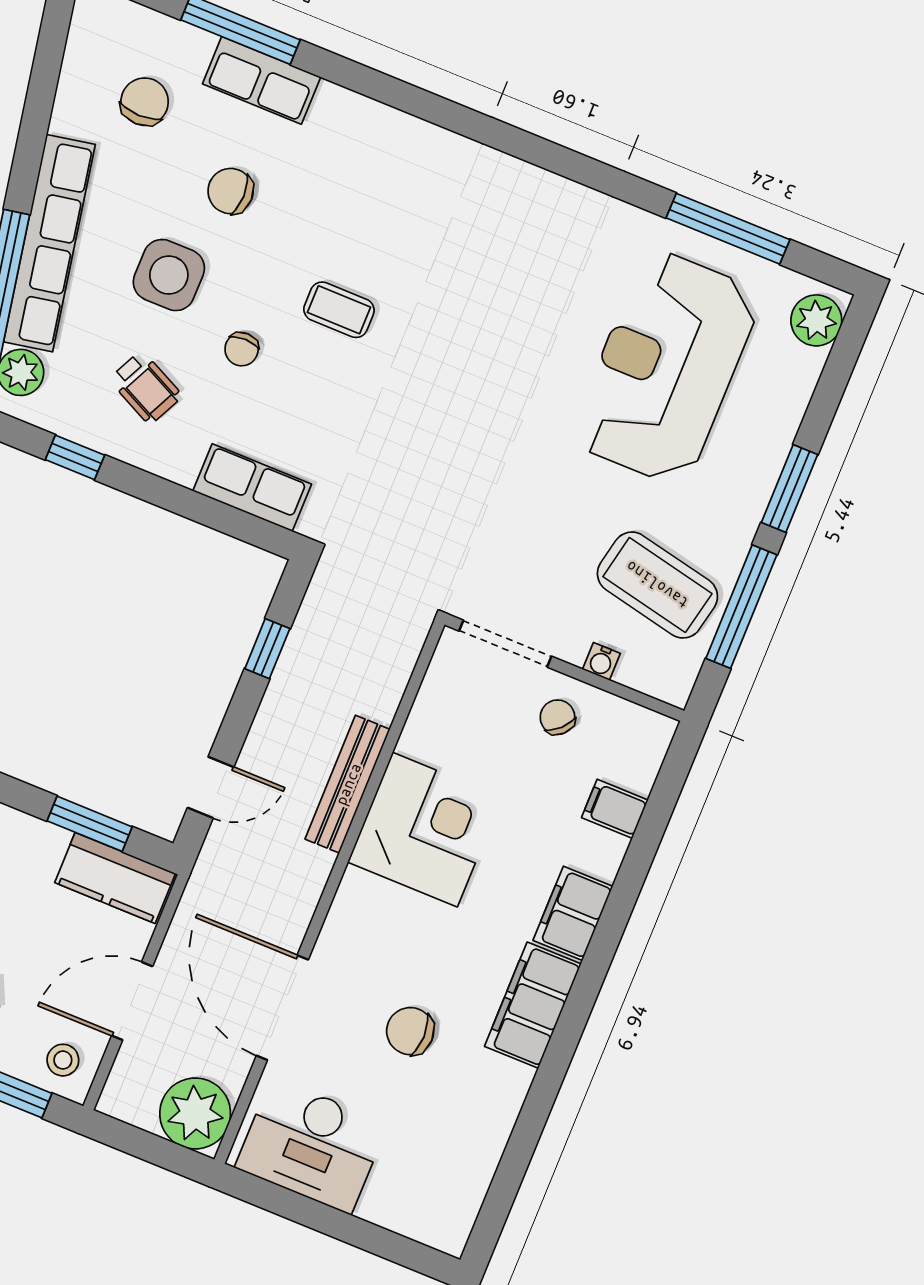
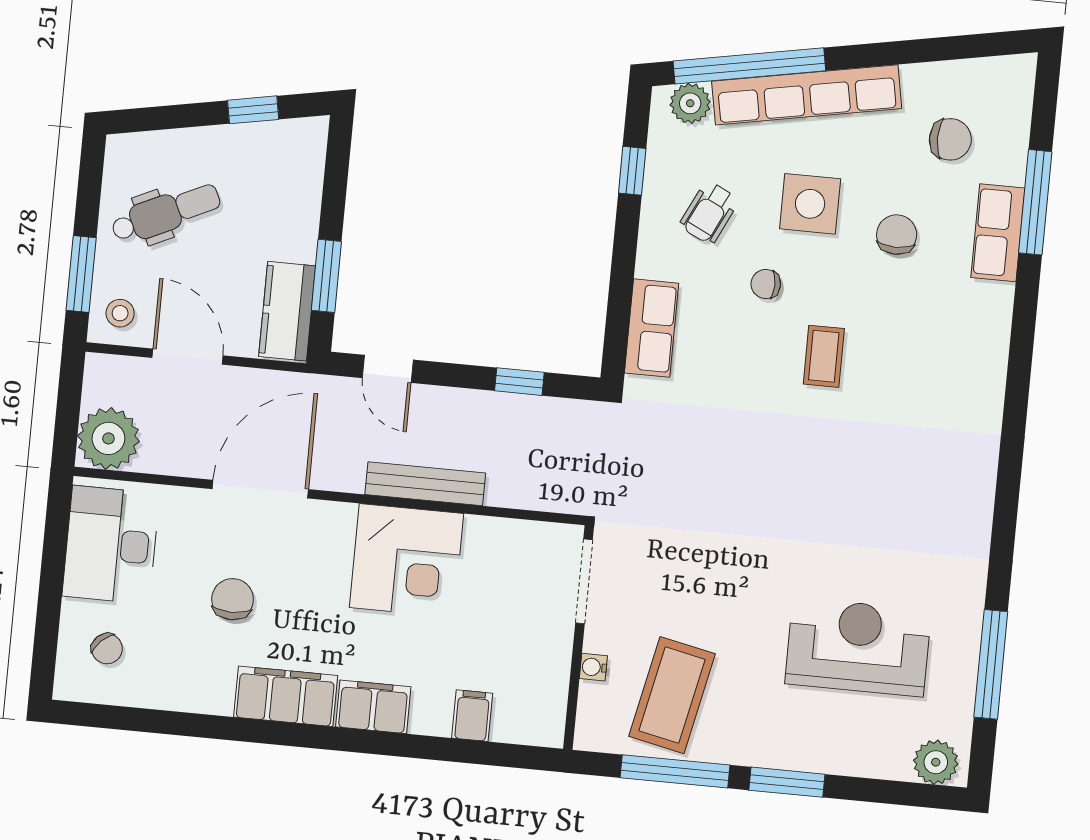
reception desk: (666, 367) -> (858, 647), width x0.74, depth x0.77
chair: (558, 717) -> (107, 649), moved, turned 91
door: (282, 1008) -> (260, 489), moved

